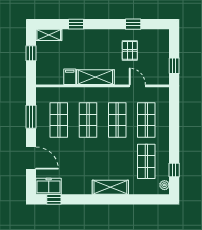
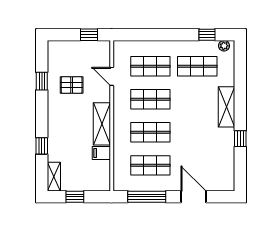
door: (137, 86) -> (112, 76), hinge flipped
window: (31, 117) -> (147, 197), width x1.44
door: (31, 158) -> (193, 197), hinge flipped
freezer: (49, 186) -> (225, 177), removed
window: (54, 199) -> (240, 139), moved

